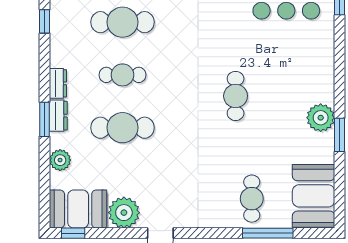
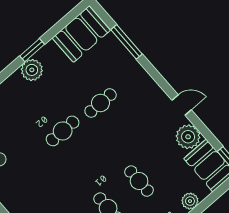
cafe table: (123, 128) -> (139, 181), width x0.73, depth x0.74
cafe table: (252, 199) -> (101, 103), moved

